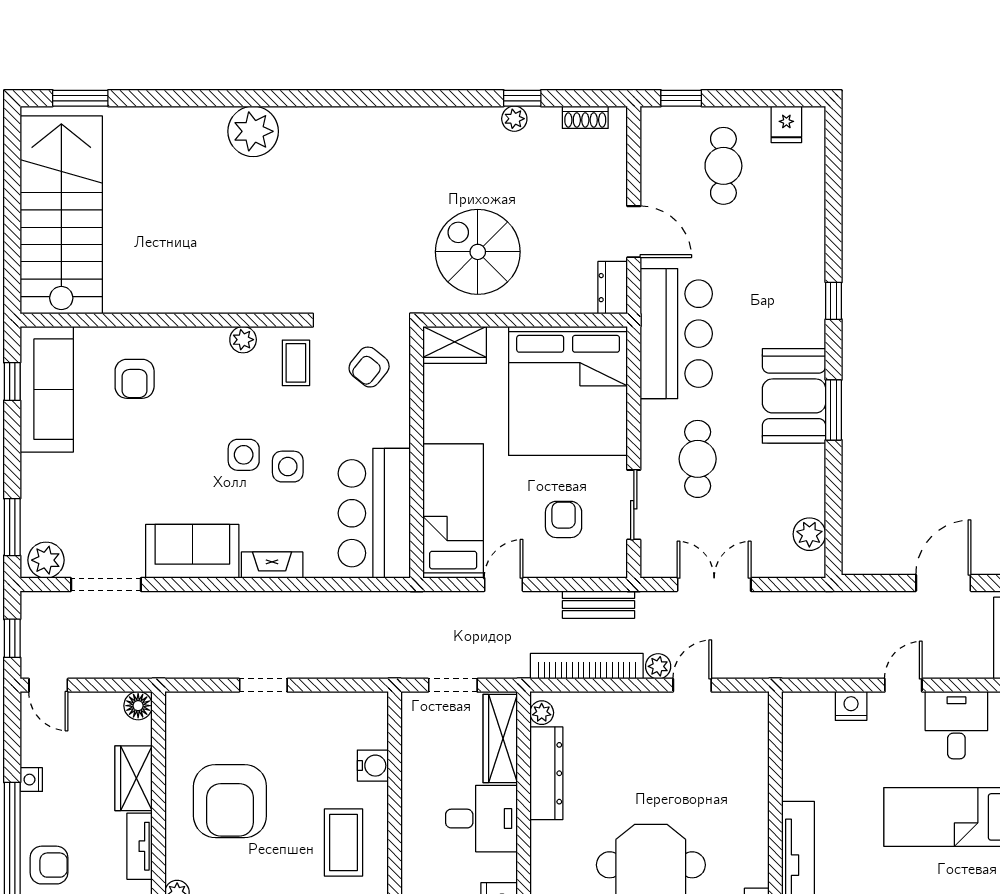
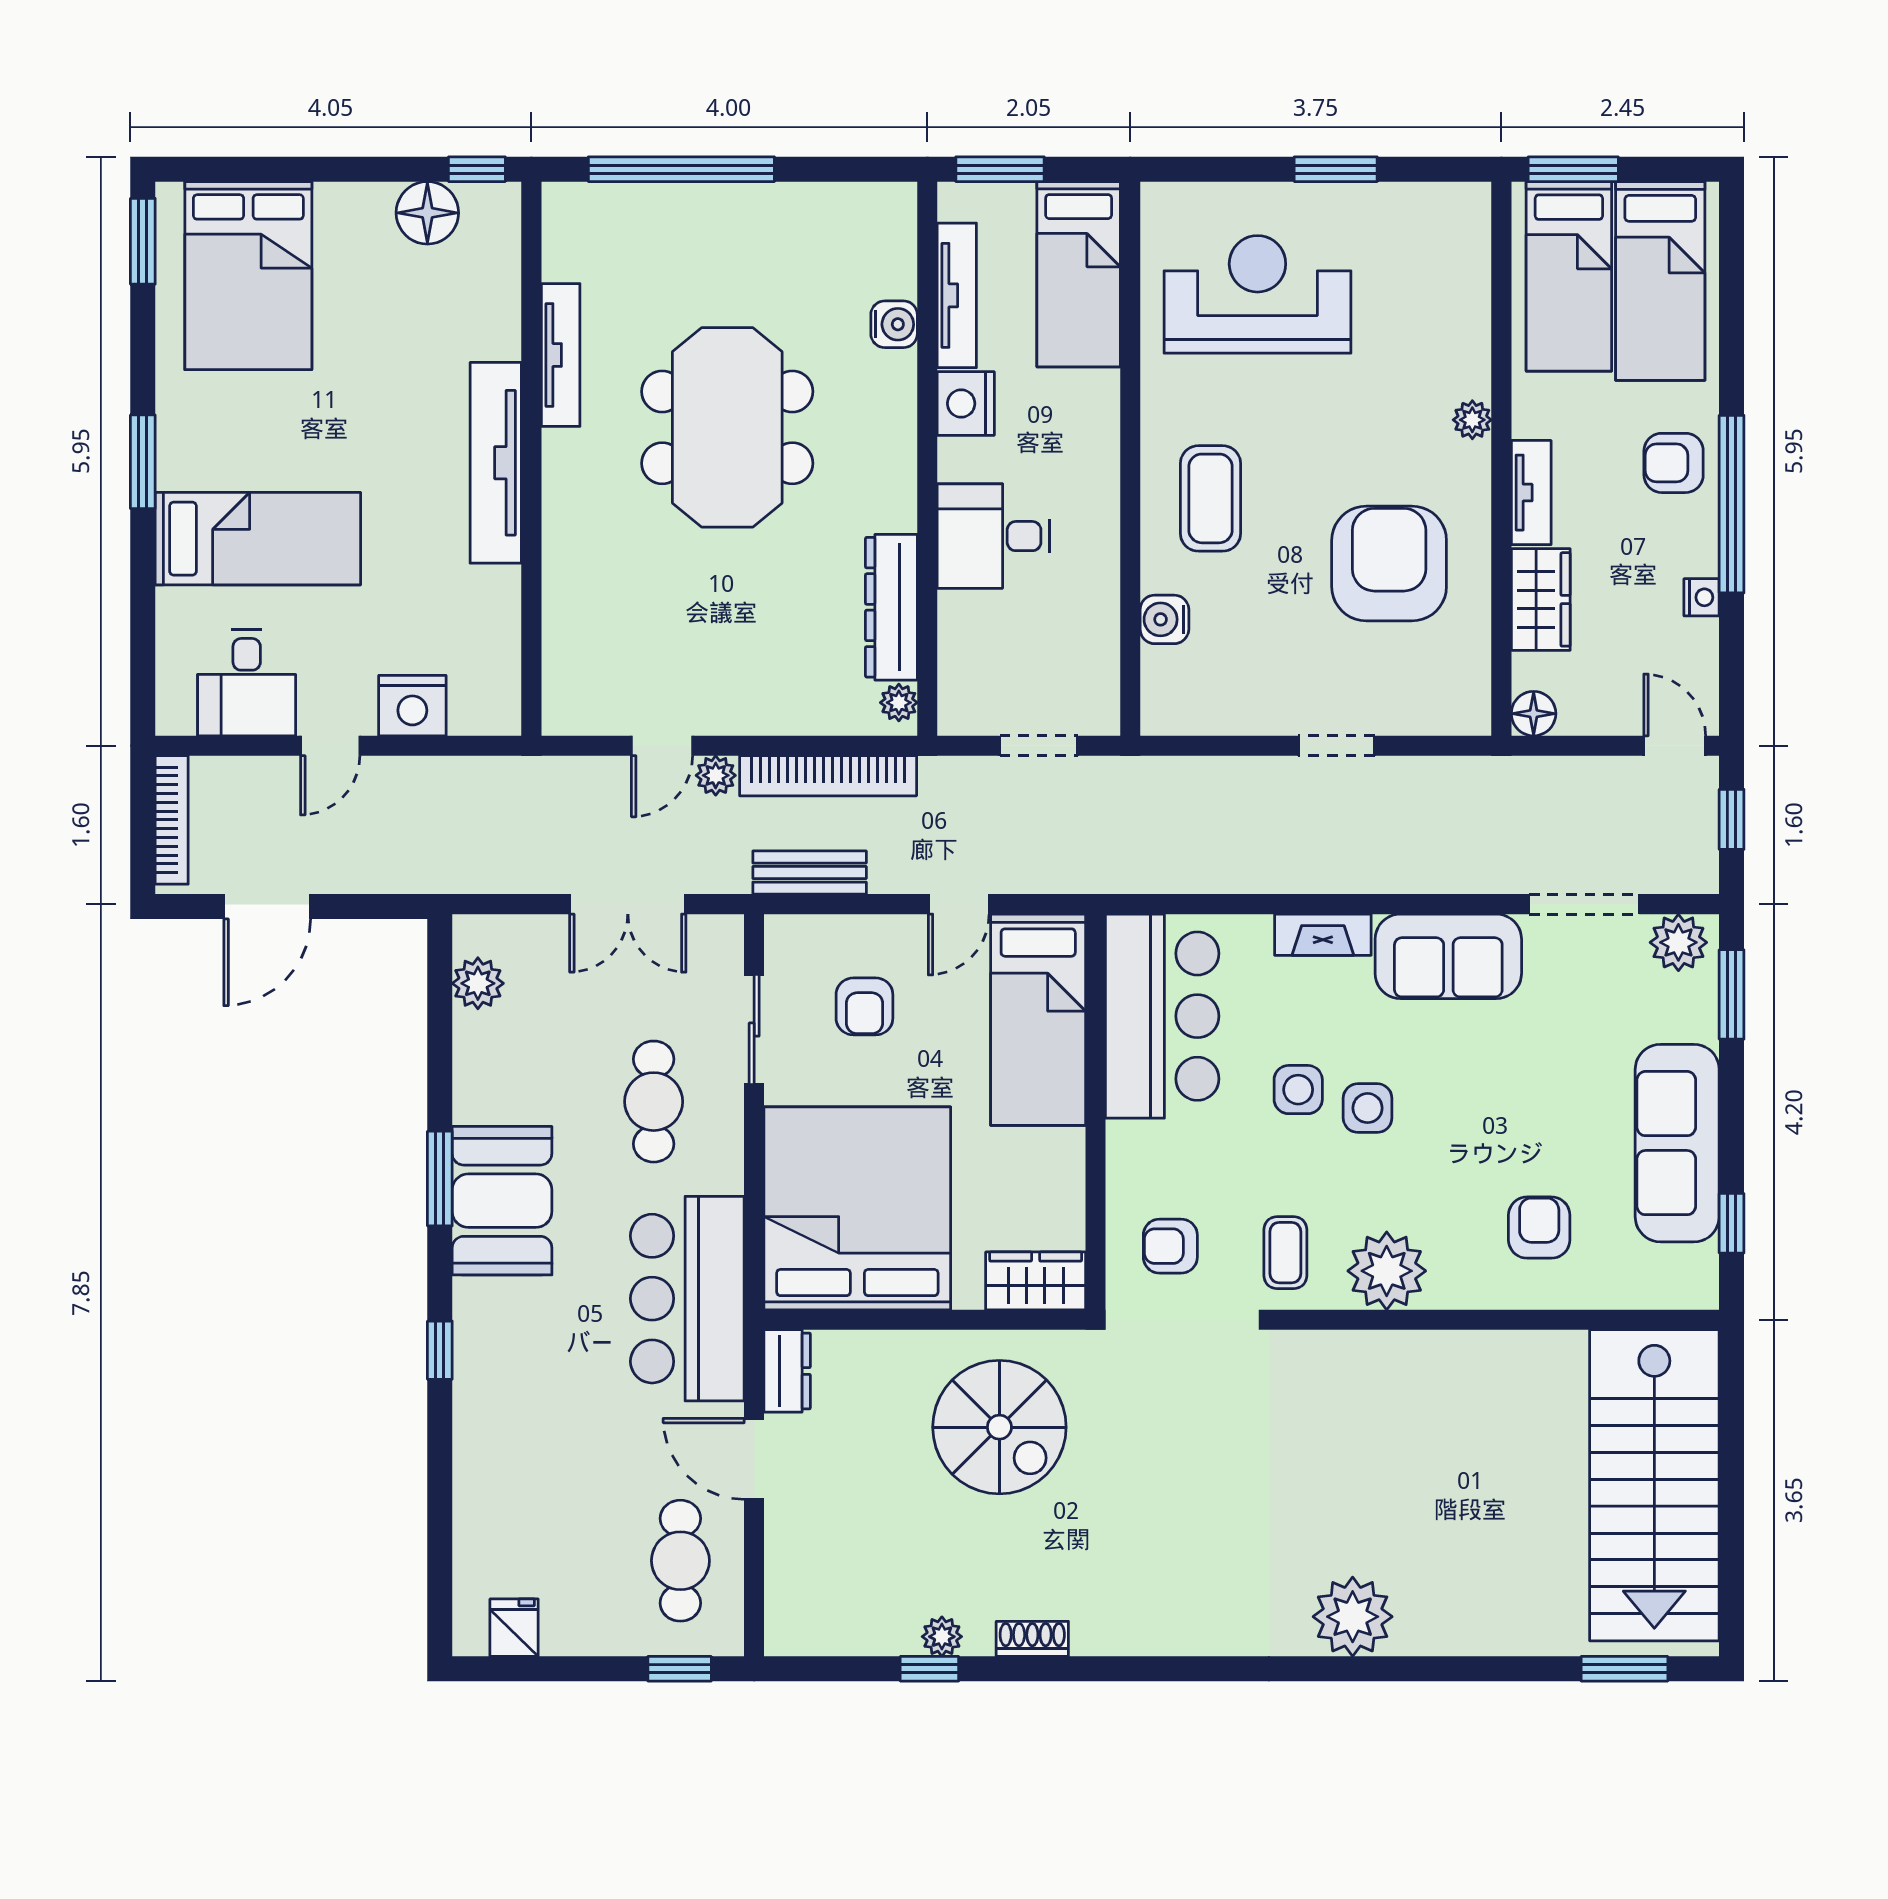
shoe rack: (585, 117) -> (1032, 1639), moved
cafe table: (723, 166) -> (680, 1561), moved
plant: (243, 340) -> (1387, 1271), width x1.87, depth x1.87
armchair: (369, 367) -> (1170, 1246), turned -129
sofa: (47, 389) -> (1677, 1143), moved
nightstand: (851, 706) -> (412, 706), width x1.36, depth x1.33
wardrobe: (500, 739) -> (964, 662), removed

